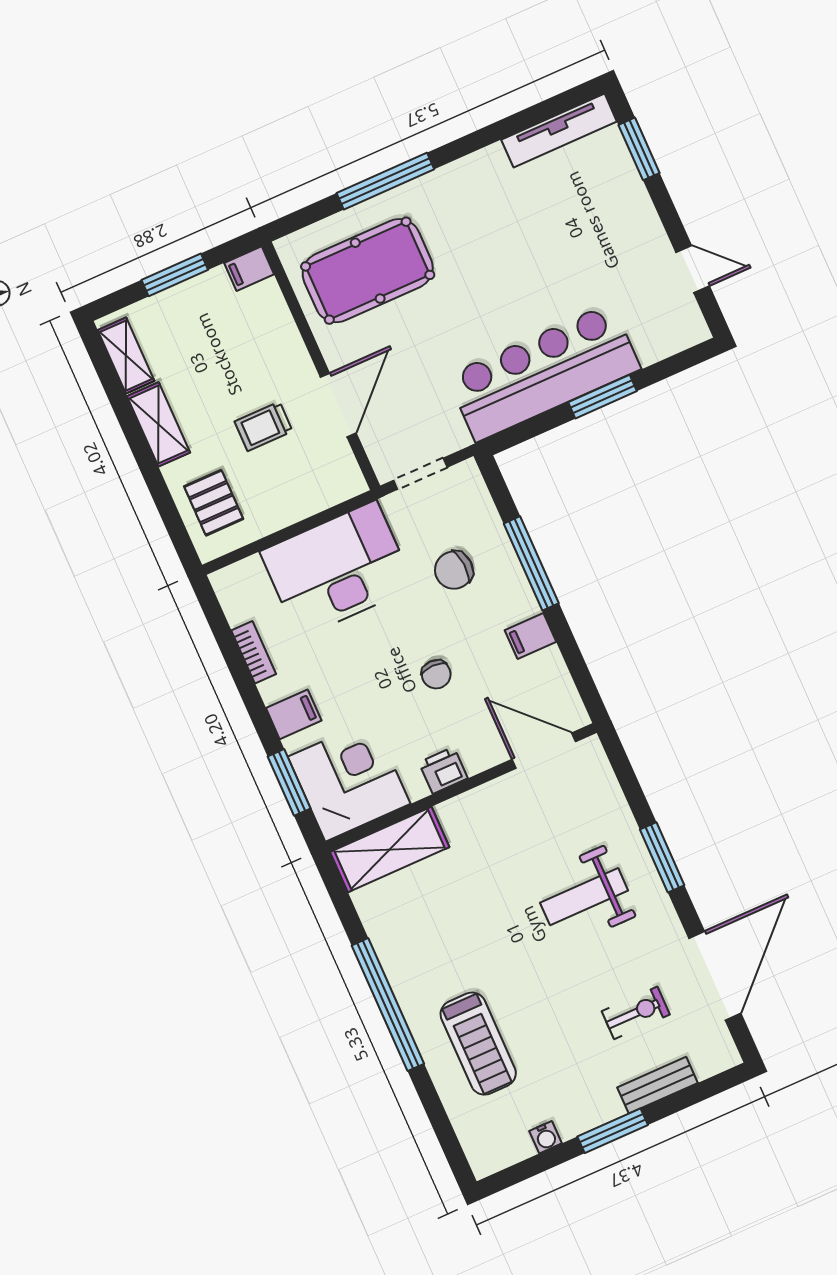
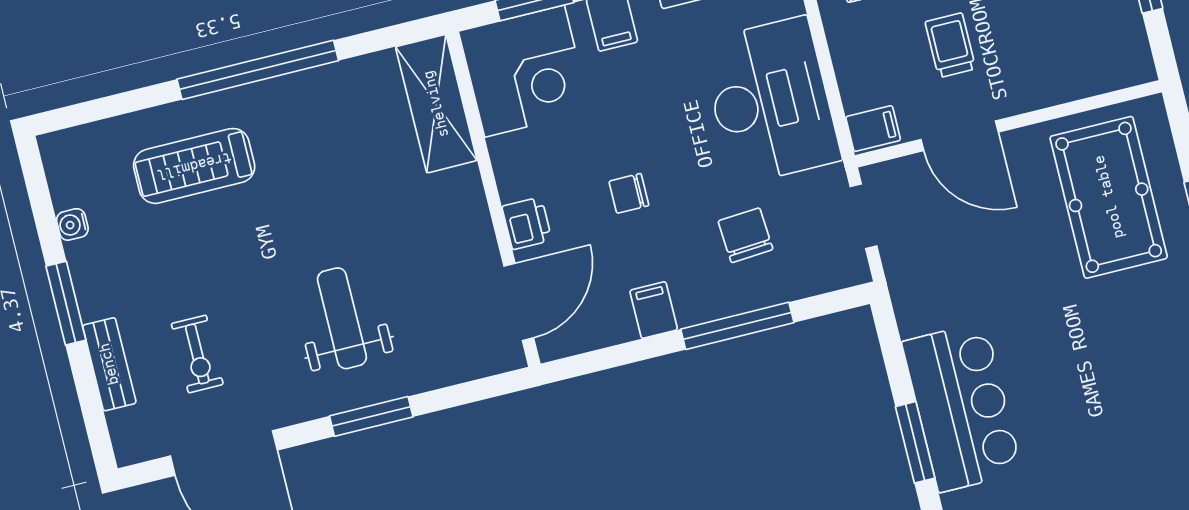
filing cabinet: (249, 269) -> (873, 129), moved, turned 90
bar counter: (544, 372) -> (962, 407), width x0.73
printer: (443, 770) -> (527, 223), moved

